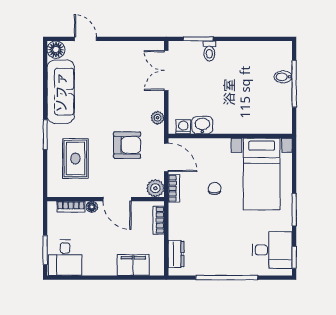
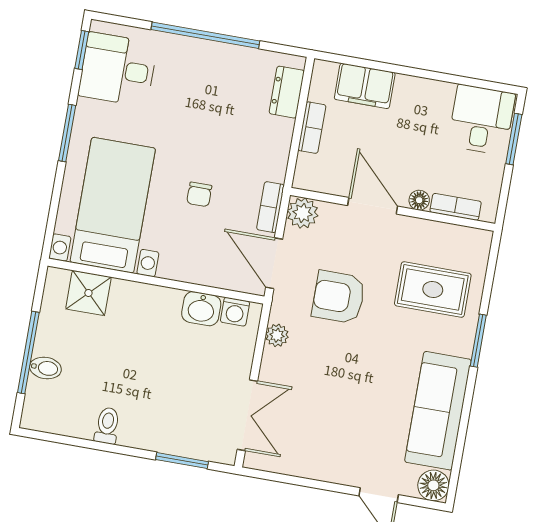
toilet: (209, 51) -> (107, 426), moved
shower: (267, 123) -> (88, 293), added
rug: (75, 158) -> (433, 290), turned 90
bookcase: (159, 220) -> (312, 128), moved

